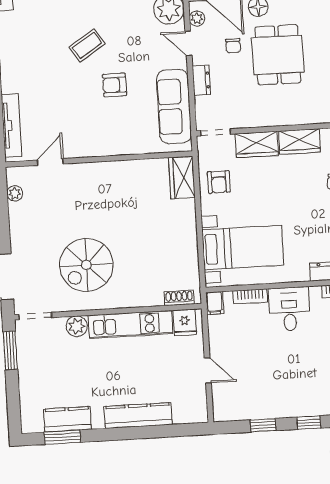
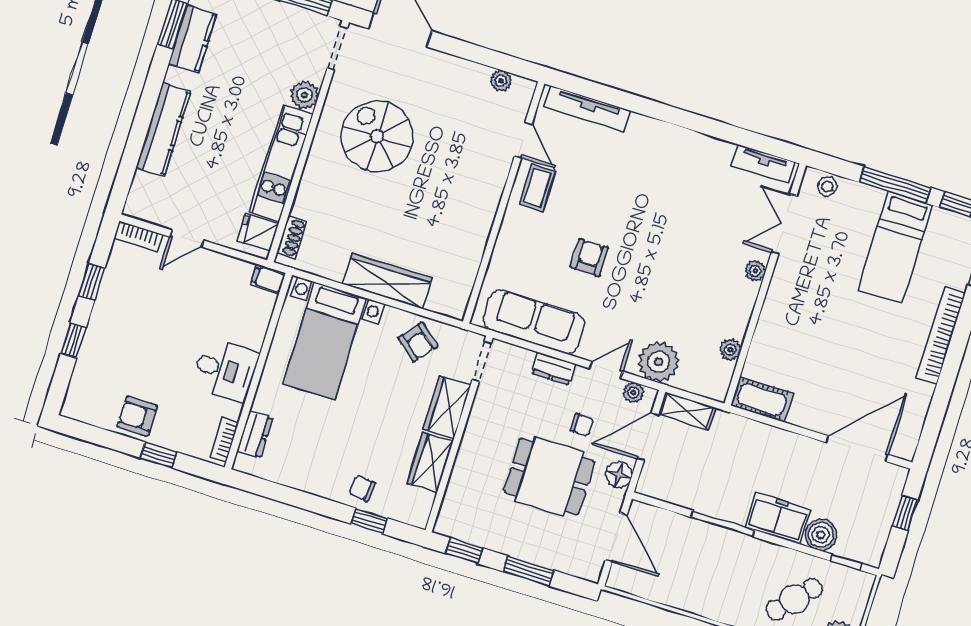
coffee table: (87, 45) -> (537, 188), moved, turned 33
chair: (233, 46) -> (582, 425), turned 180
wardrobe: (182, 177) -> (387, 281), moved, width x1.50
armchair: (219, 182) -> (418, 342), turned -140
bookcase: (250, 296) -> (138, 236), moved, turned -90

